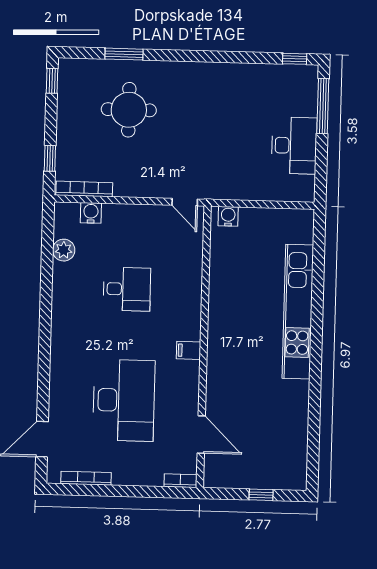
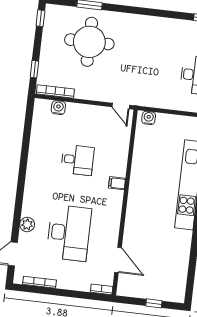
round table: (129, 110) -> (89, 42), width x1.36, depth x1.36
plant: (64, 250) -> (27, 224), moved
filing cabinet: (189, 350) -> (117, 183), moved

